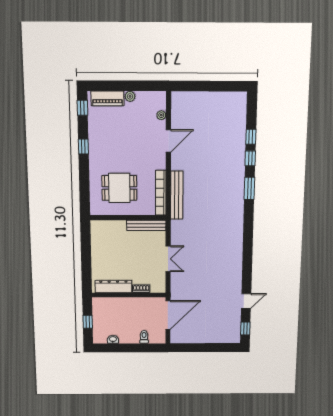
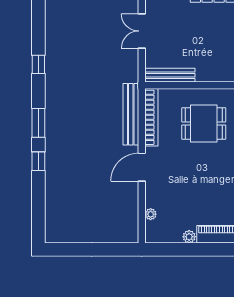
window: (251, 137) -> (38, 64), moved
door: (168, 141) -> (142, 167), moved

